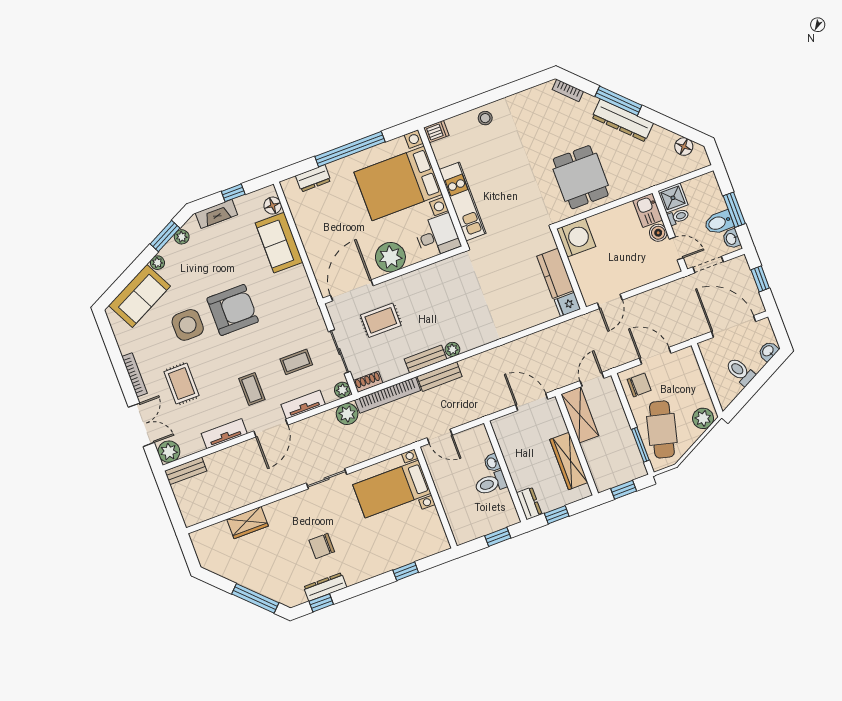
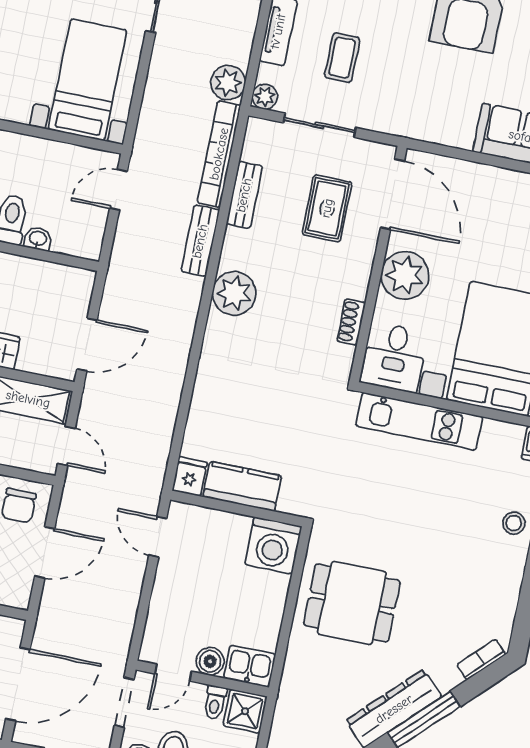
plant: (452, 349) -> (234, 293), width x1.88, depth x1.88
bench: (426, 359) -> (244, 195), moved
shoe rack: (368, 382) -> (351, 322), moved, turned 180

